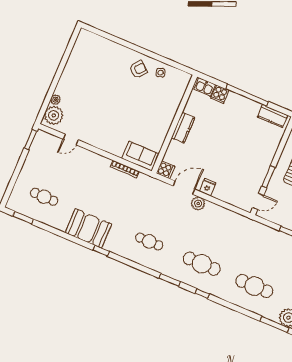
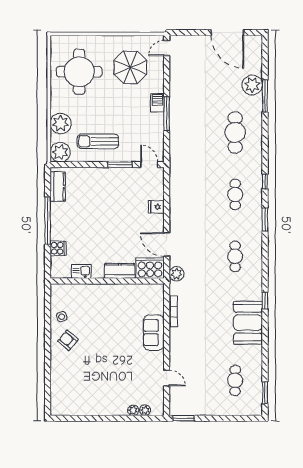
kitchen sink: (205, 87) -> (81, 271), moved, turned -90
plant: (54, 115) -> (145, 410), width x0.53, depth x0.53
kitchen counter: (183, 128) -> (120, 271), moved
sofa: (140, 156) -> (154, 333), moved
cooker: (166, 170) -> (150, 268), width x1.87, depth x1.31
fridge: (208, 187) -> (156, 207), moved
plant: (198, 204) -> (177, 274), moved
cafe table: (202, 264) -> (235, 194), width x0.73, depth x0.74

